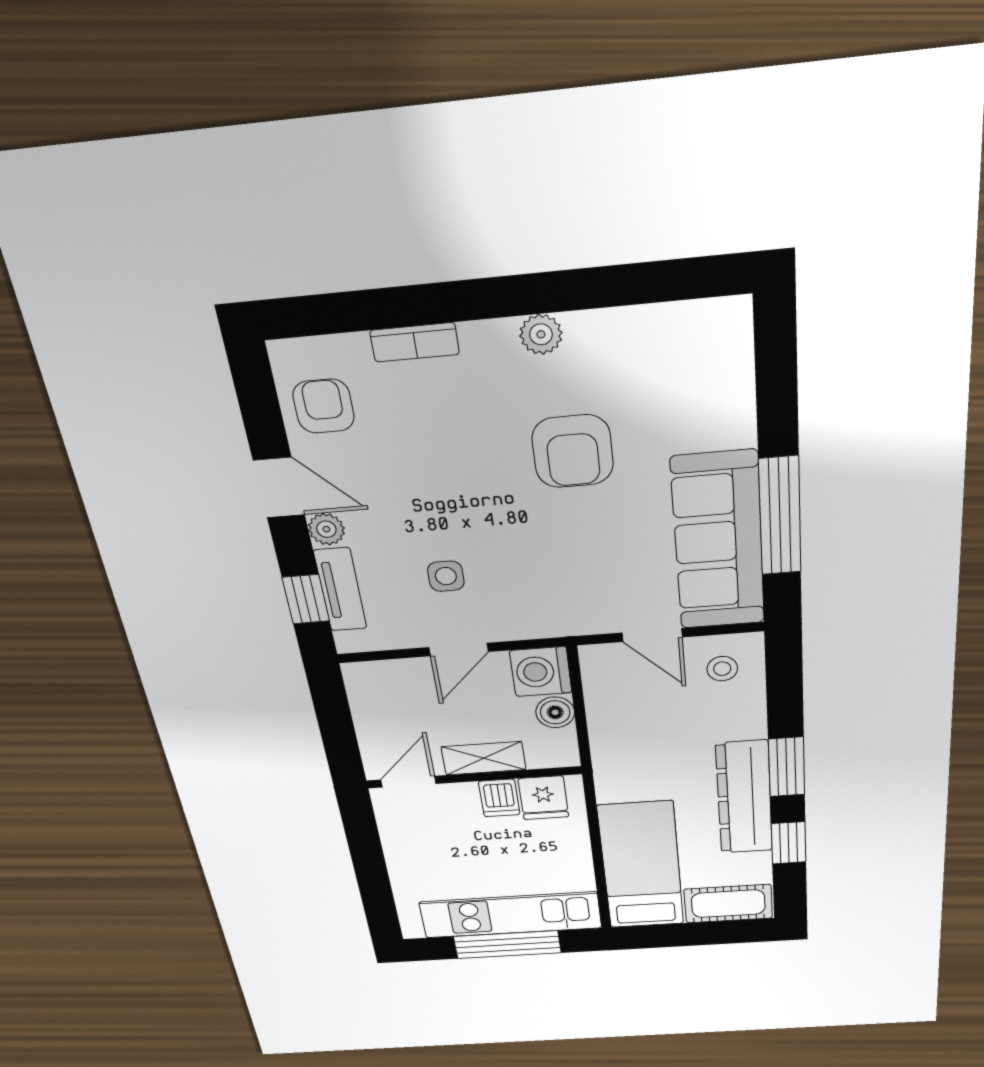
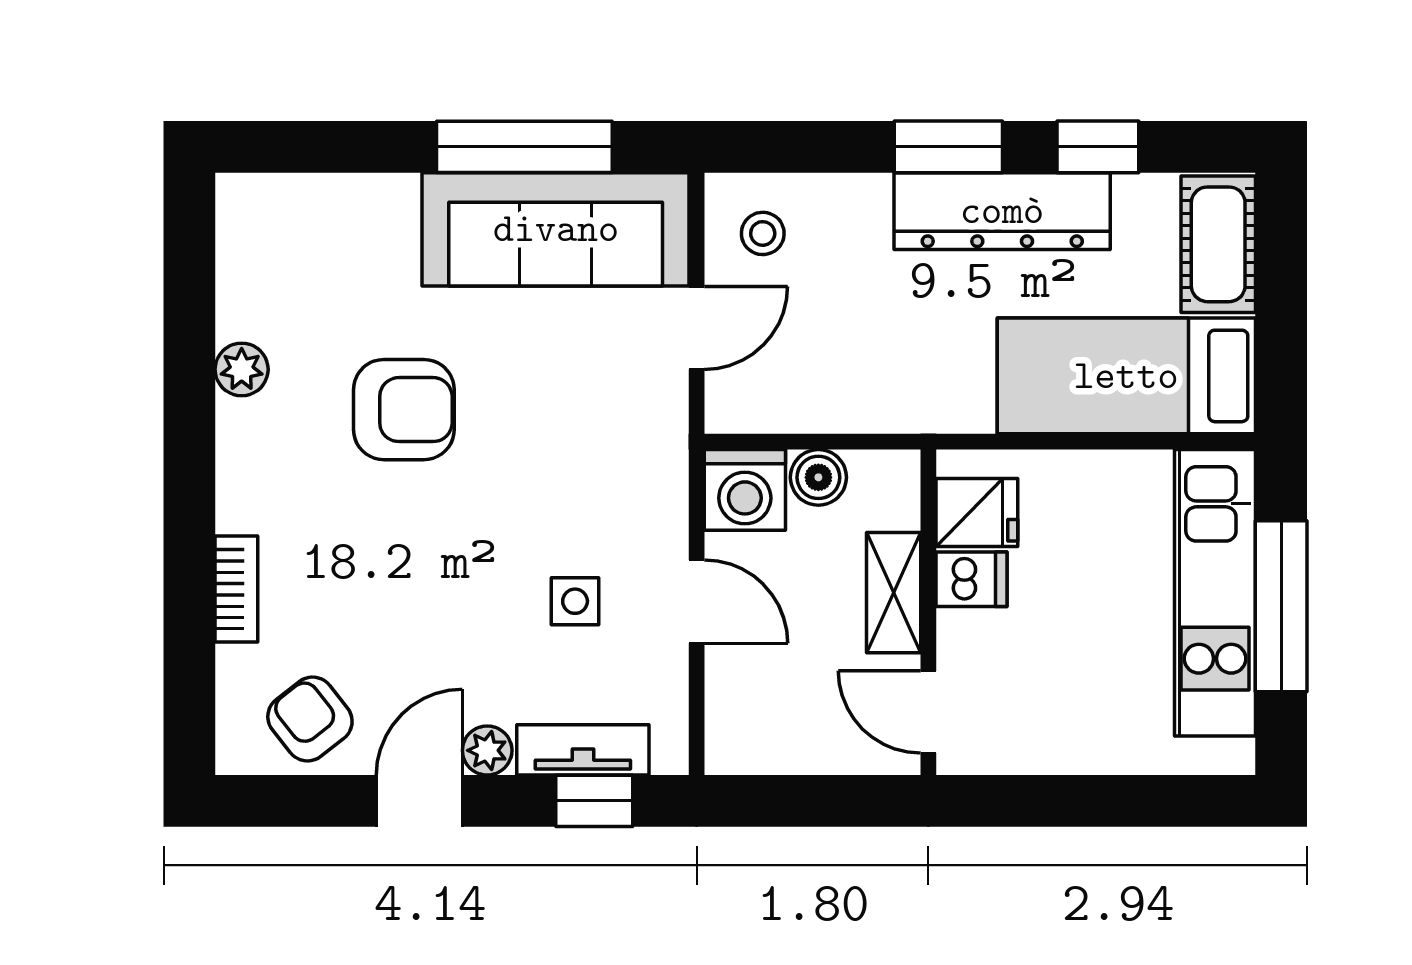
plant: (541, 334) -> (242, 369), moved
armchair: (324, 406) -> (310, 719), turned 52

